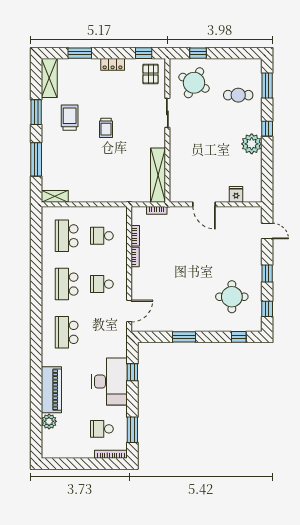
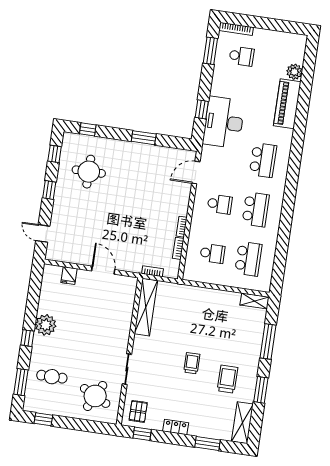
window: (198, 53) -> (43, 419), moved
trolley: (70, 118) -> (227, 379), turned 180
desk: (110, 382) -> (224, 122), moved

